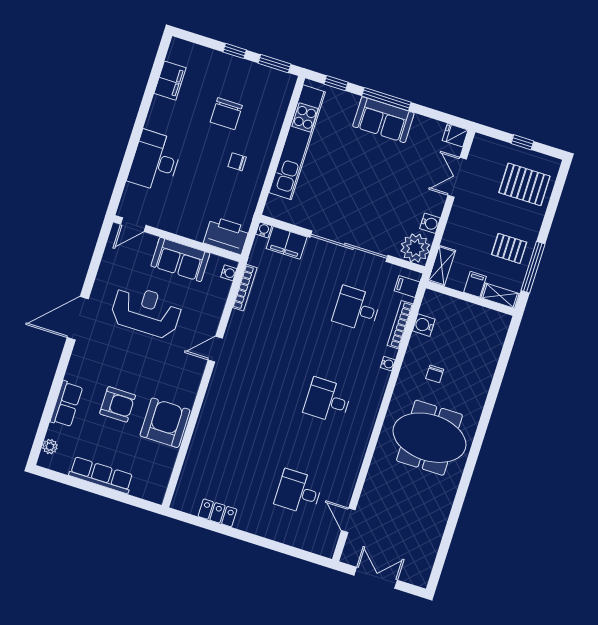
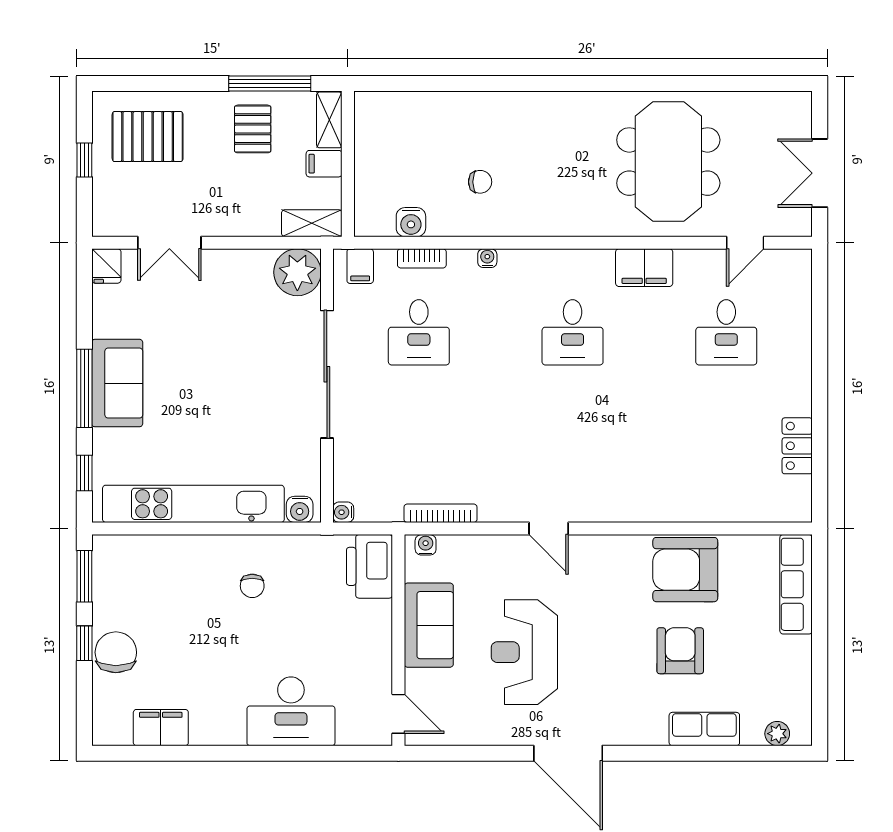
chair: (226, 114) -> (116, 652), moved, turned -90
pallet: (524, 184) -> (148, 137), turned 90
water cooler: (430, 223) -> (300, 509), moved, turned 180
filing cabinet: (287, 243) -> (644, 268), moved, turned 90
bookcase: (400, 325) -> (422, 258), width x0.64
meeting table: (429, 438) -> (668, 162), moved
row of seats: (101, 475) -> (796, 584), moved

